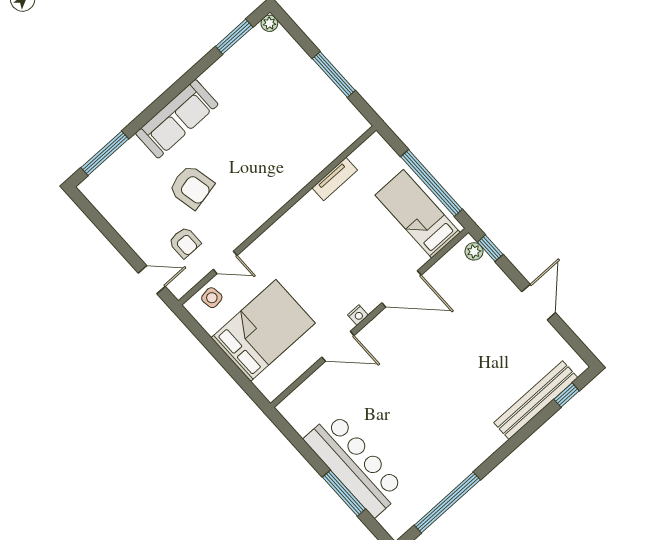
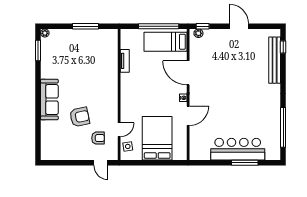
window: (105, 153) -> (38, 138), removed
door: (152, 280) -> (101, 163), swing flipped
door: (402, 289) -> (188, 73), swing flipped

